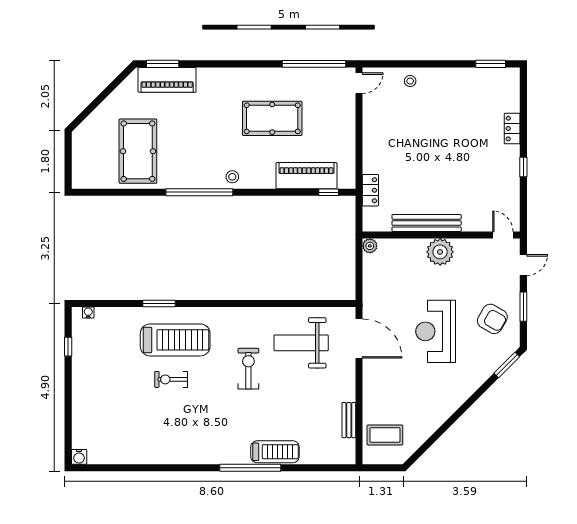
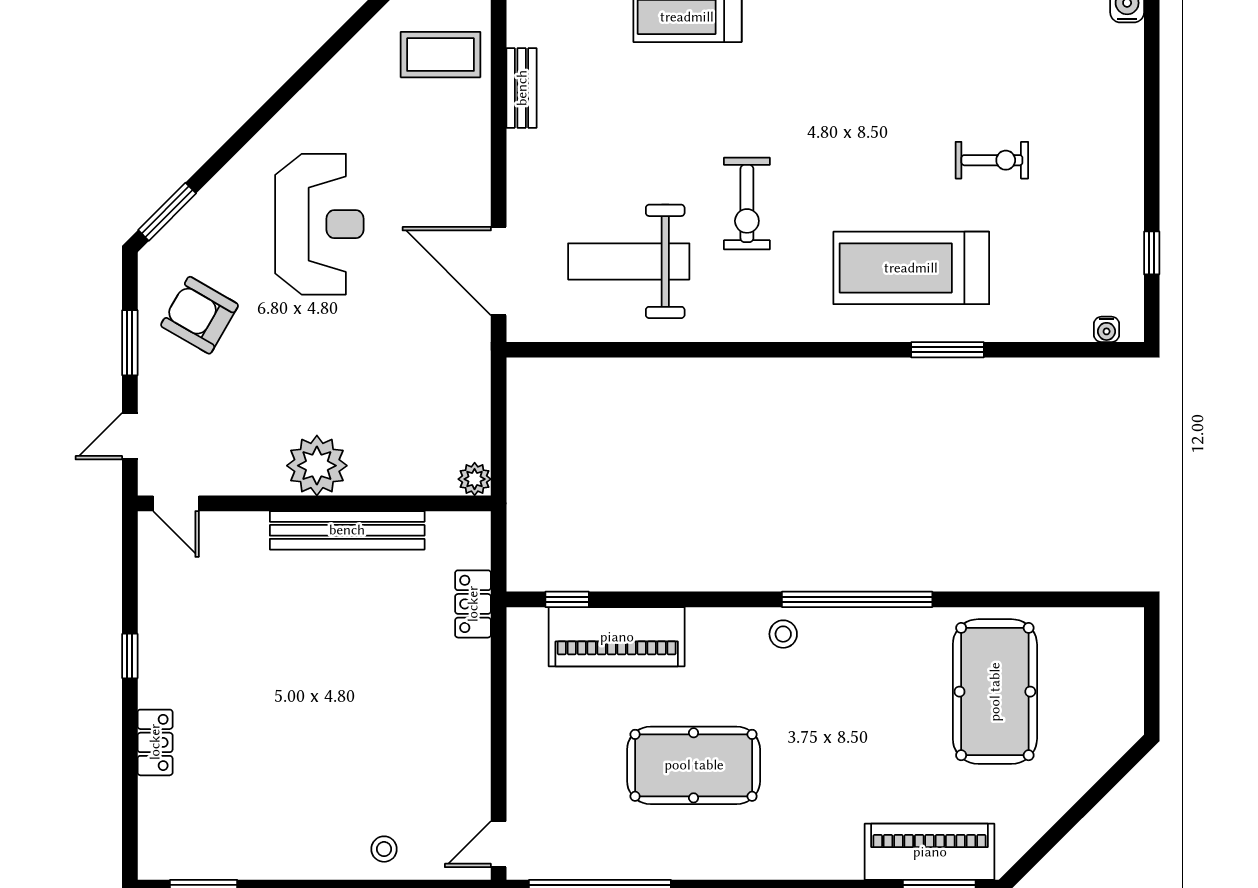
reception desk: (436, 331) -> (319, 224), moved
weight bench: (301, 343) -> (629, 261), turned 180
exercise bike: (171, 379) -> (992, 160), moved

